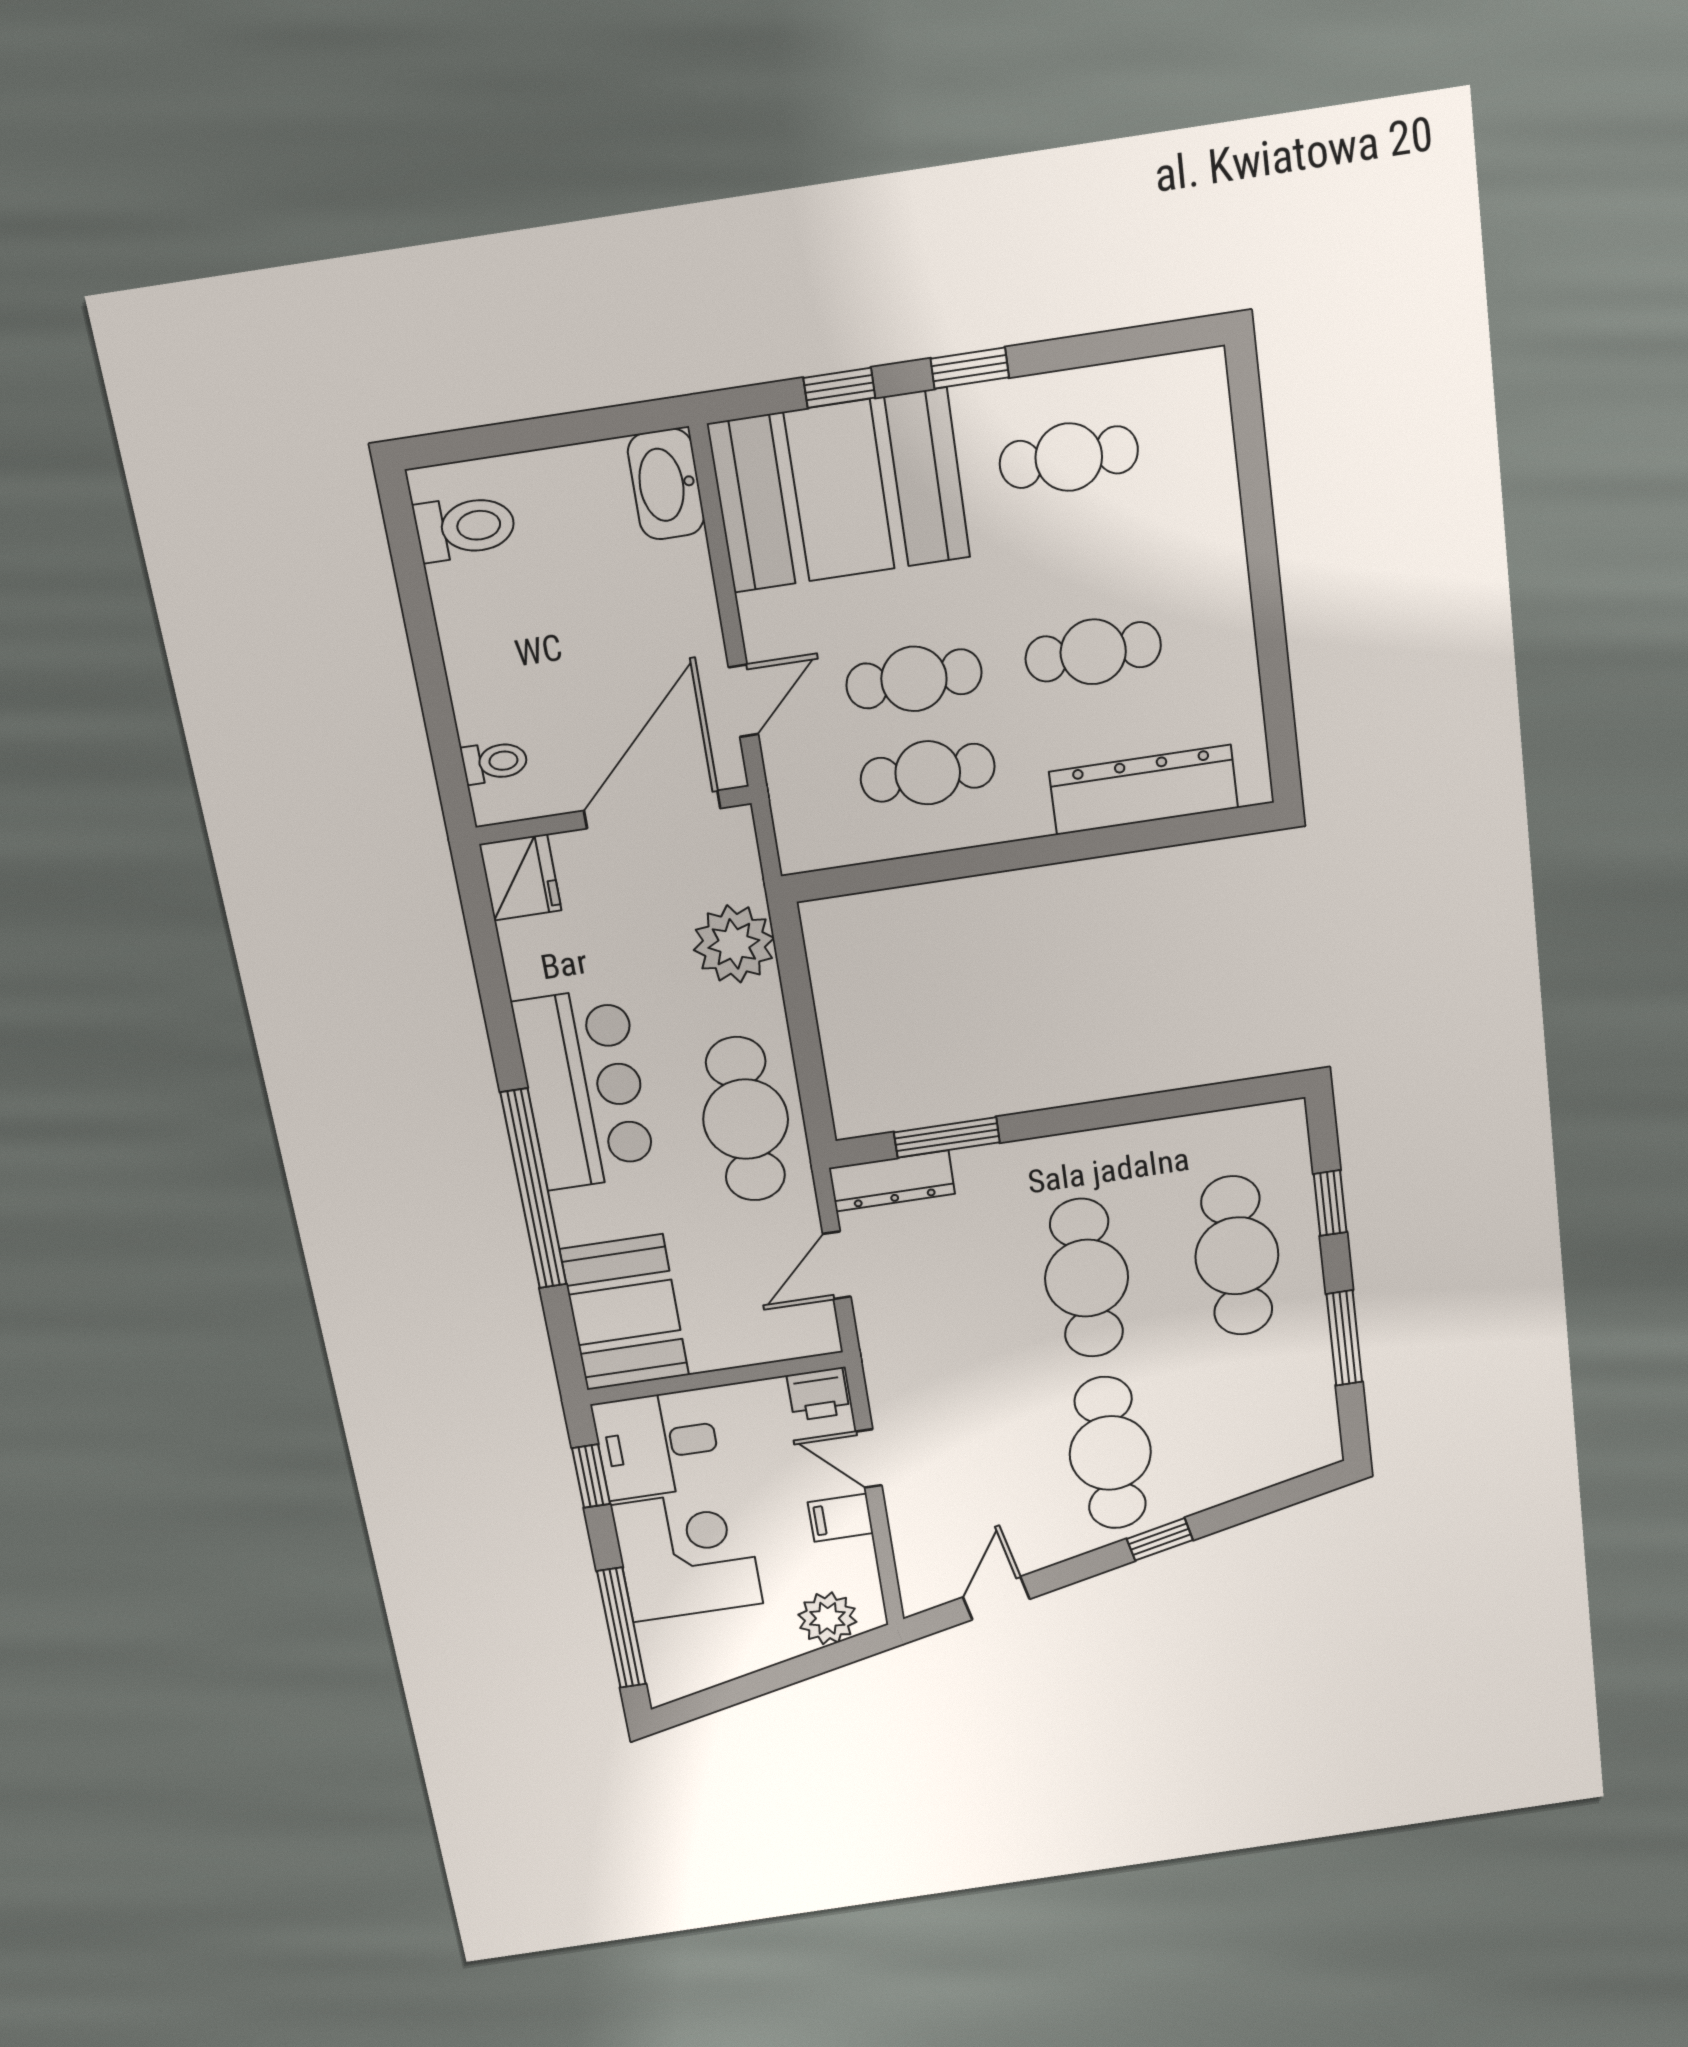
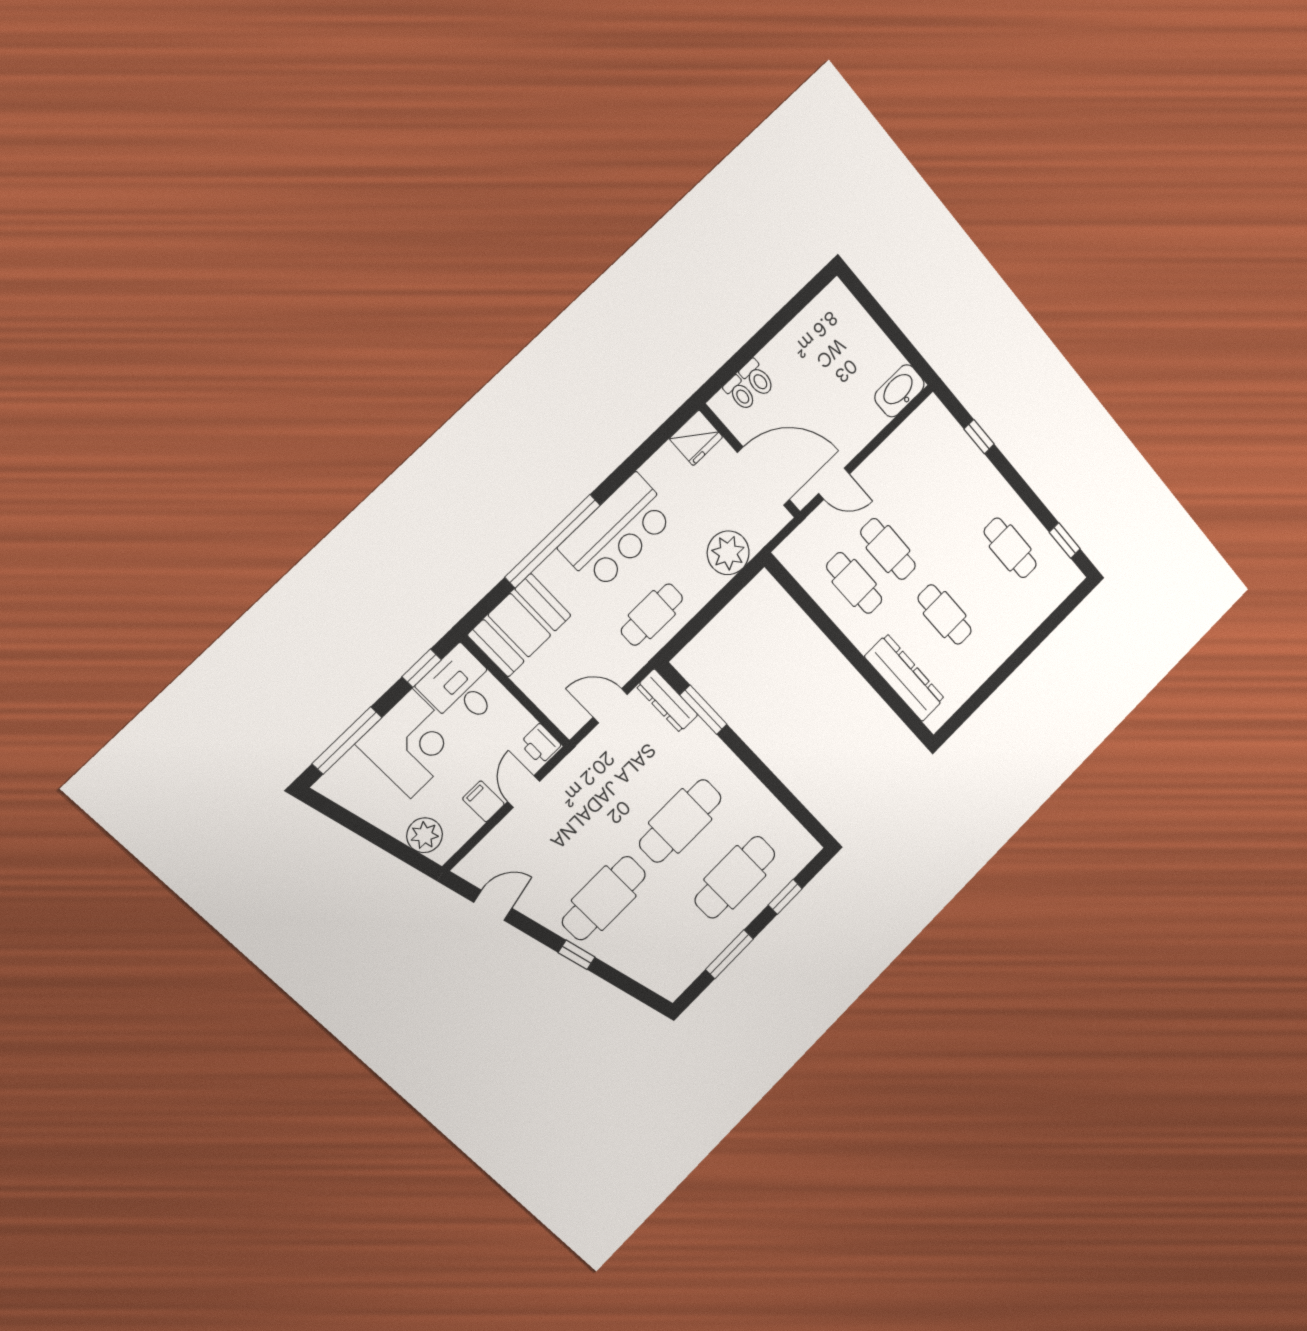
window: (970, 368) -> (1065, 541), moved
booth: (839, 491) -> (941, 465), removed
toilet: (465, 527) -> (757, 378), moved, width x0.73, depth x0.72
cafe table: (746, 1119) -> (652, 615), width x0.73, depth x0.74

